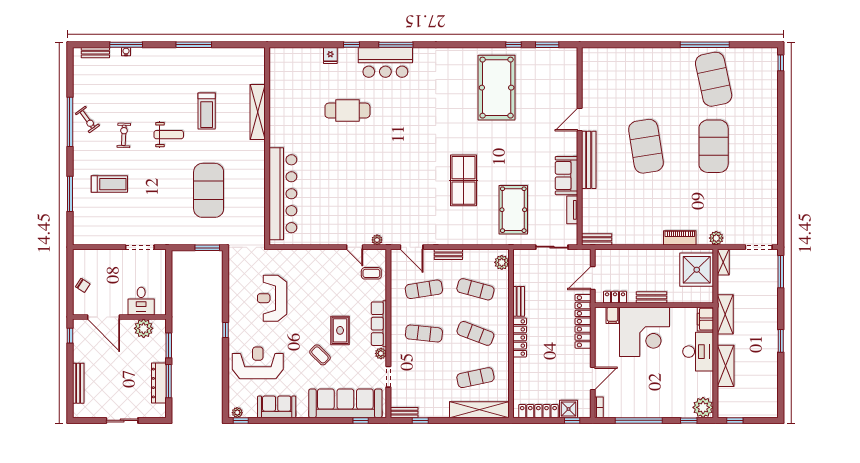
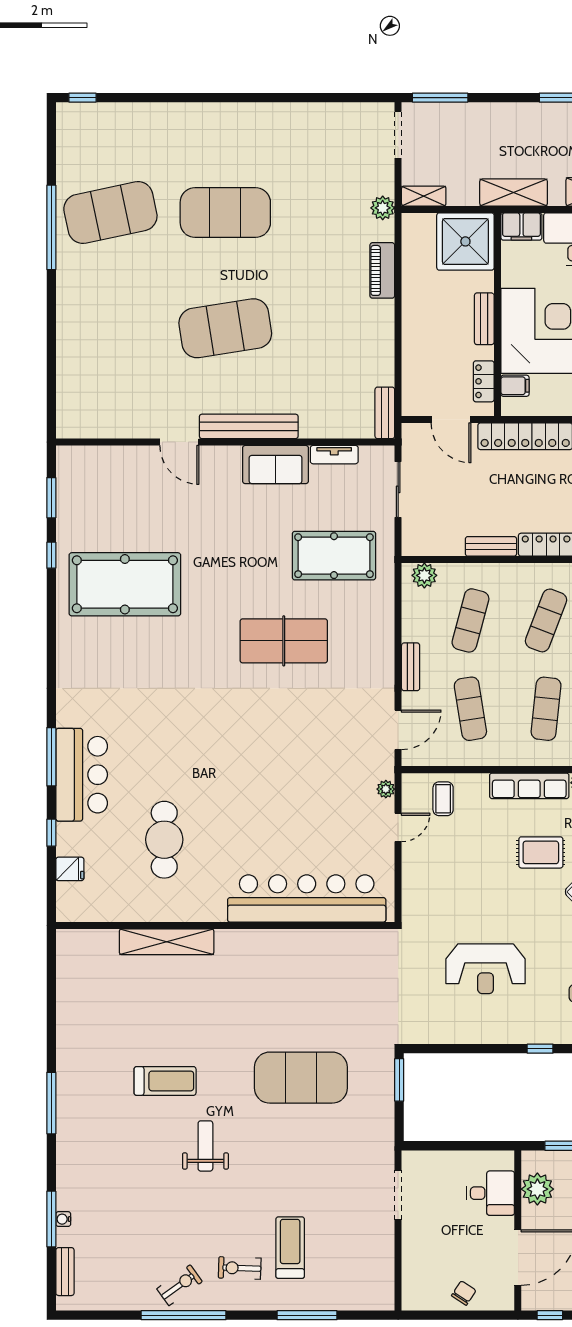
shelving: (258, 112) -> (167, 942), moved
exercise bike: (124, 135) -> (240, 1268), moved
wall: (267, 146) -> (225, 926), moved
bar counter: (283, 194) -> (307, 898), moved
shower: (697, 270) -> (465, 241), moved

